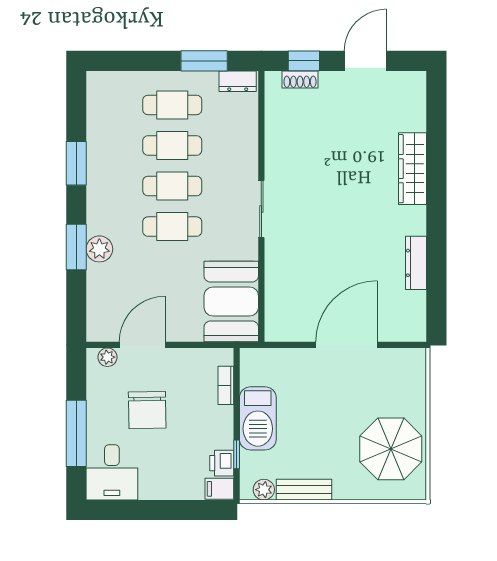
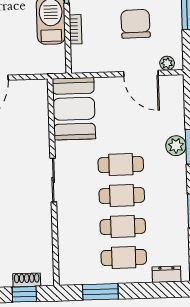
dresser: (238, 81) -> (167, 274), moved
door: (142, 345) -> (141, 74), hinge flipped
bookcase: (226, 385) -> (76, 29), moved

